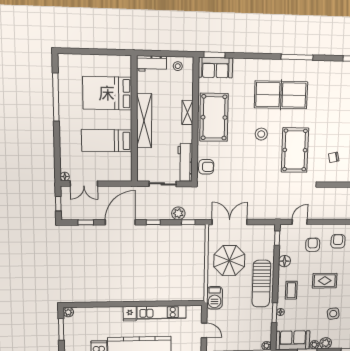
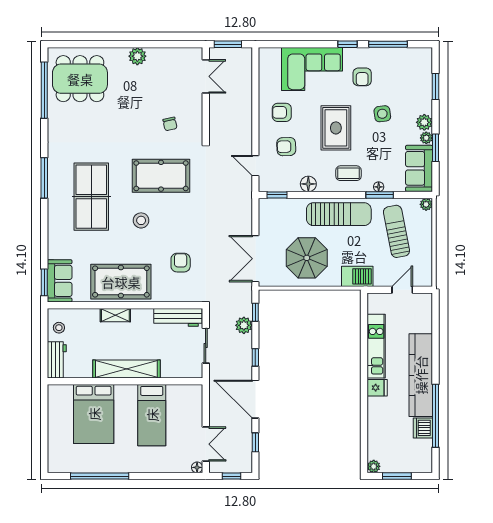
armchair: (206, 167) -> (181, 263), moved
rug: (325, 281) -> (336, 128), width x1.36, depth x1.43
sun lounger: (247, 325) -> (396, 231), added

